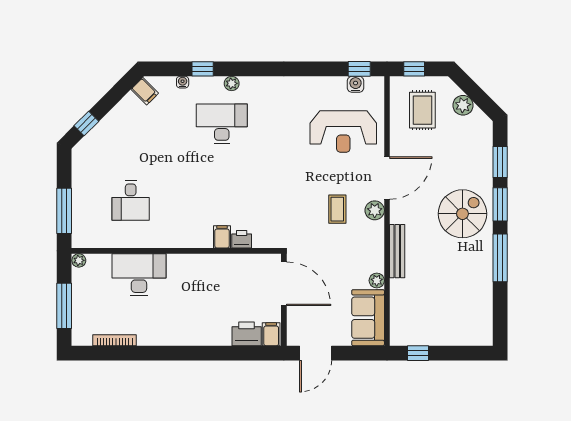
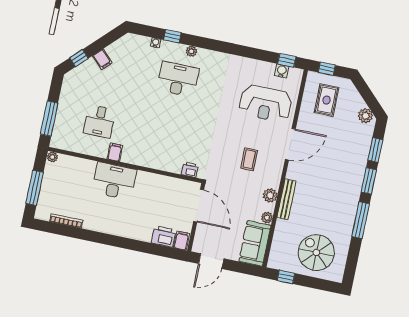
filing cabinet: (145, 91) -> (102, 59), moved
plant: (463, 105) -> (365, 116), moved
plant: (375, 210) -> (270, 195), moved
spiral stairs: (462, 214) -> (316, 253), moved, turned -90
filing cabinet: (222, 237) -> (115, 152), moved
printer: (242, 239) -> (190, 170), moved
desk: (139, 275) -> (114, 181), moved

